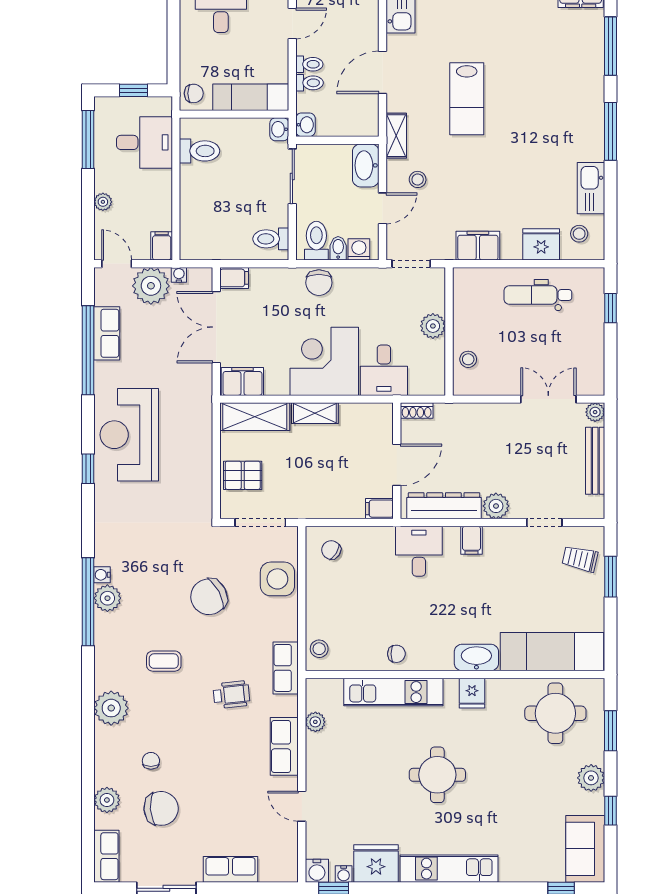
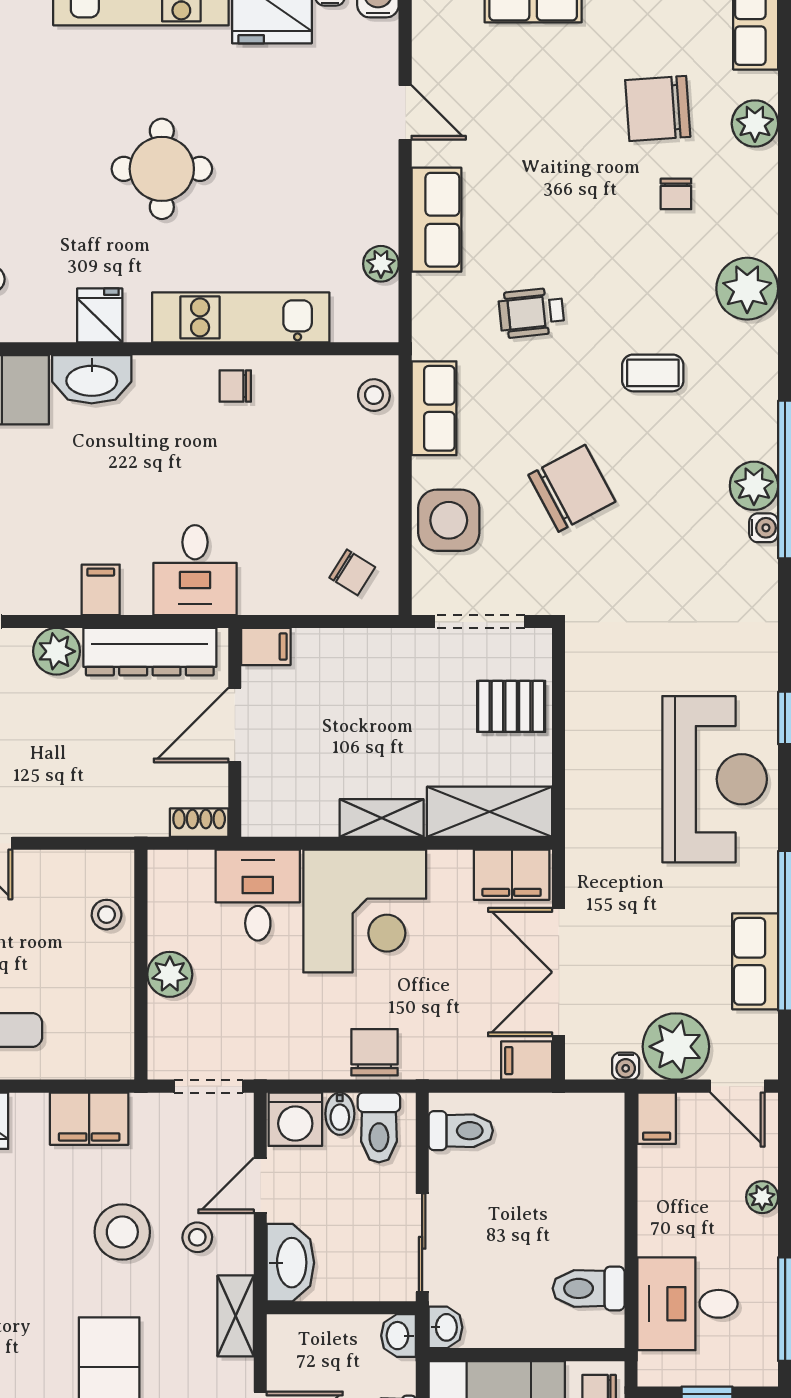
stool: (459, 182) -> (122, 1232), added
washing machine: (359, 249) -> (295, 1119), width x1.38, depth x1.38
double door: (216, 327) -> (559, 972), swing flipped
row of seats: (286, 668) -> (434, 408), moved

